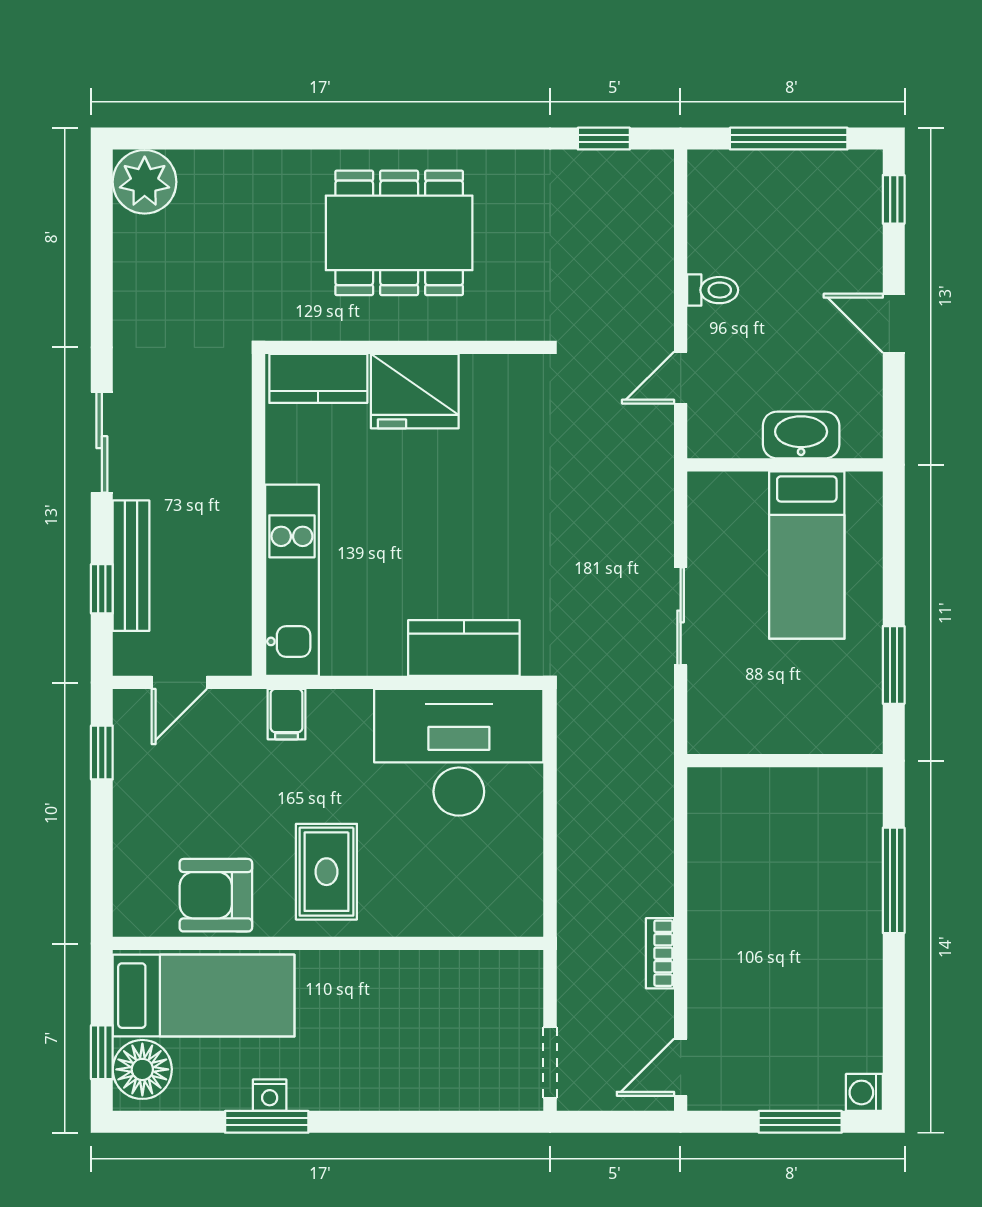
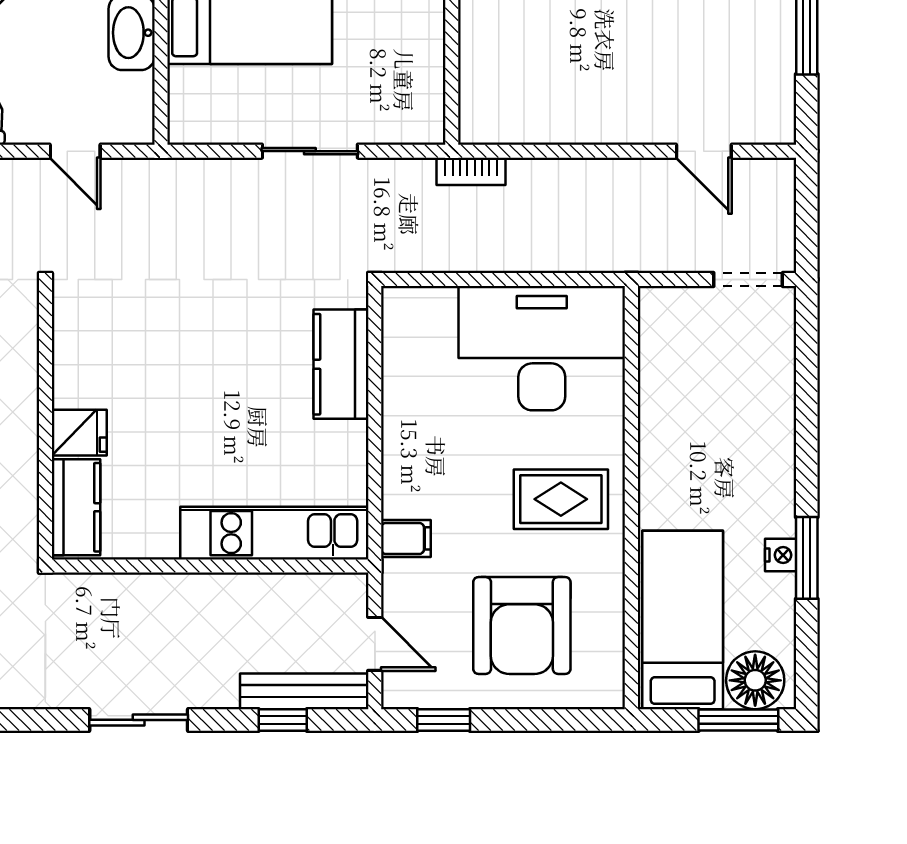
fridge: (415, 391) -> (79, 433), width x0.53, depth x0.75
bench: (131, 566) -> (304, 691), moved
desk: (459, 752) -> (542, 348), moved, turned 90
armchair: (216, 895) -> (522, 626), moved, width x1.36, depth x1.36
bookcase: (660, 953) -> (471, 171), moved
window: (102, 1052) -> (738, 720), width x1.50
door: (681, 1067) -> (704, 151), moved

